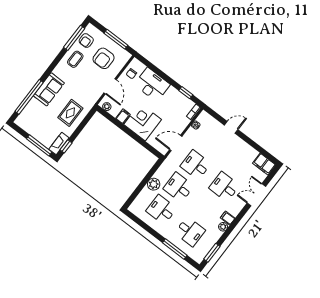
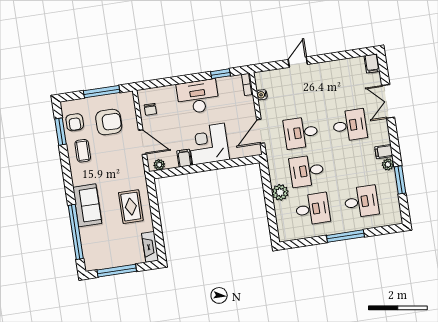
window: (74, 38) -> (61, 132), width x0.69
armchair: (104, 58) -> (109, 122), turned -90
desk: (152, 85) -> (198, 97), moved
window: (39, 145) -> (117, 271), moved
window: (66, 146) -> (160, 243), removed
filing cabinet: (264, 164) -> (372, 64), width x0.50
desk: (224, 187) -> (350, 125), turned 180
desk: (161, 210) -> (312, 209), turned 180
window: (175, 249) -> (345, 236), moved
window: (212, 253) -> (400, 180), moved

